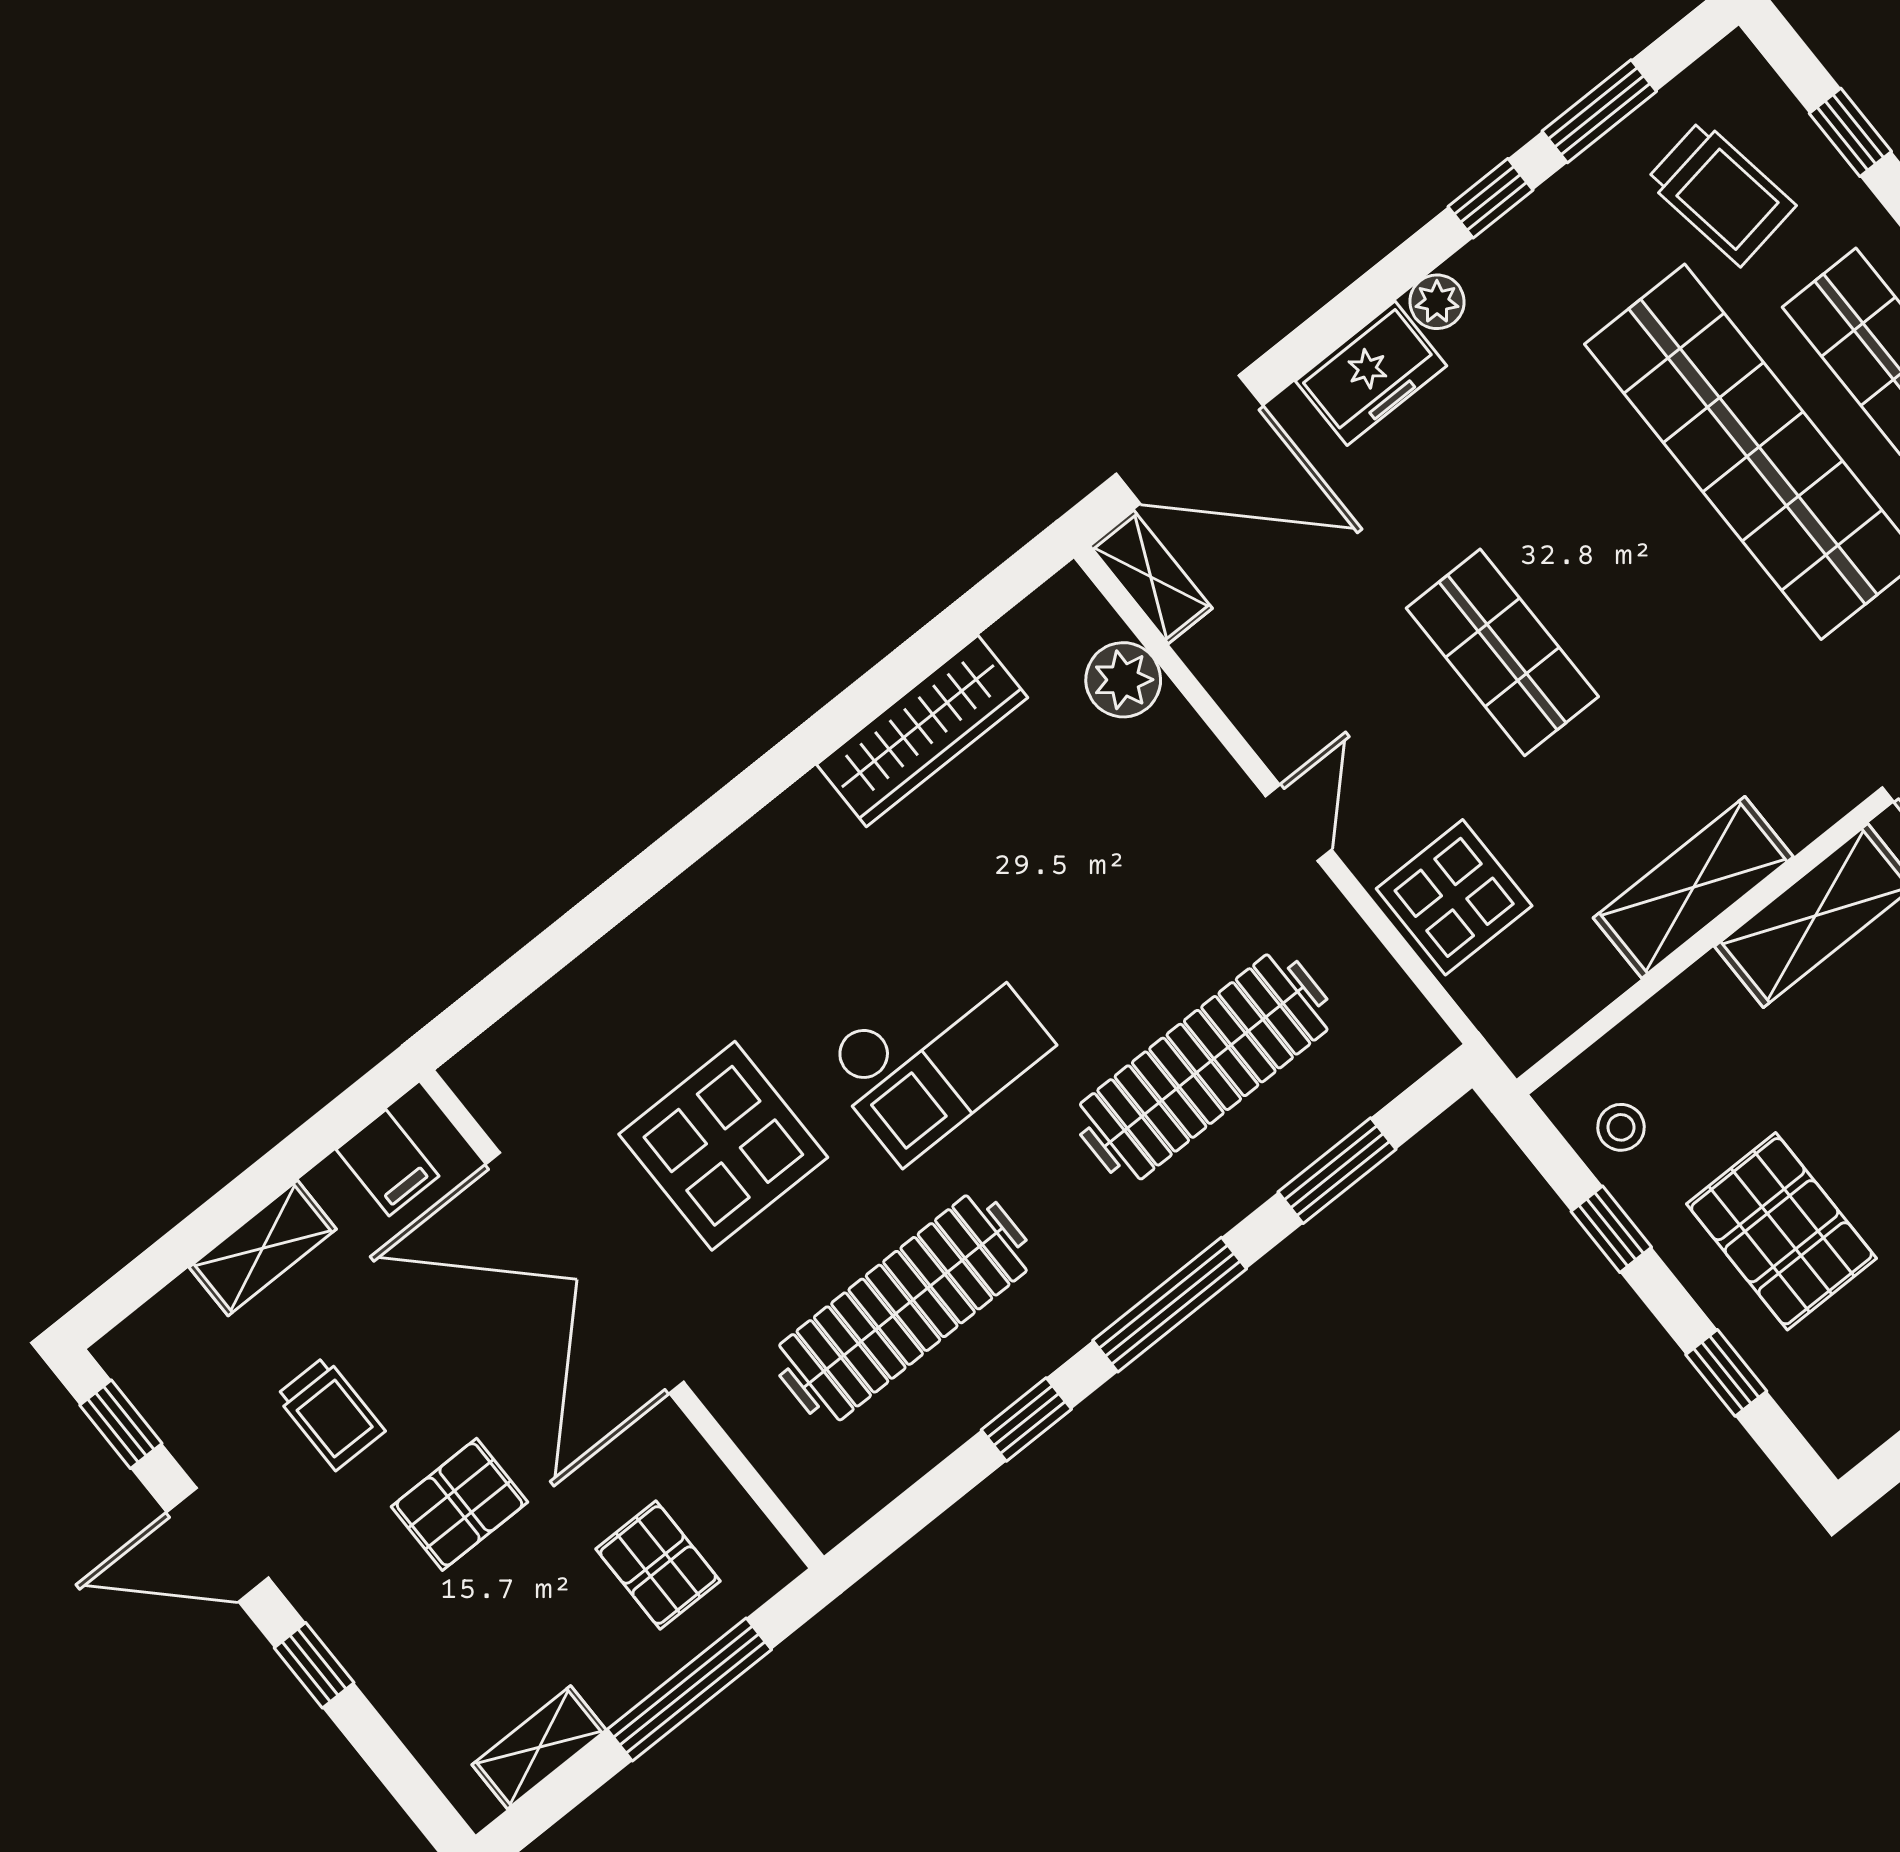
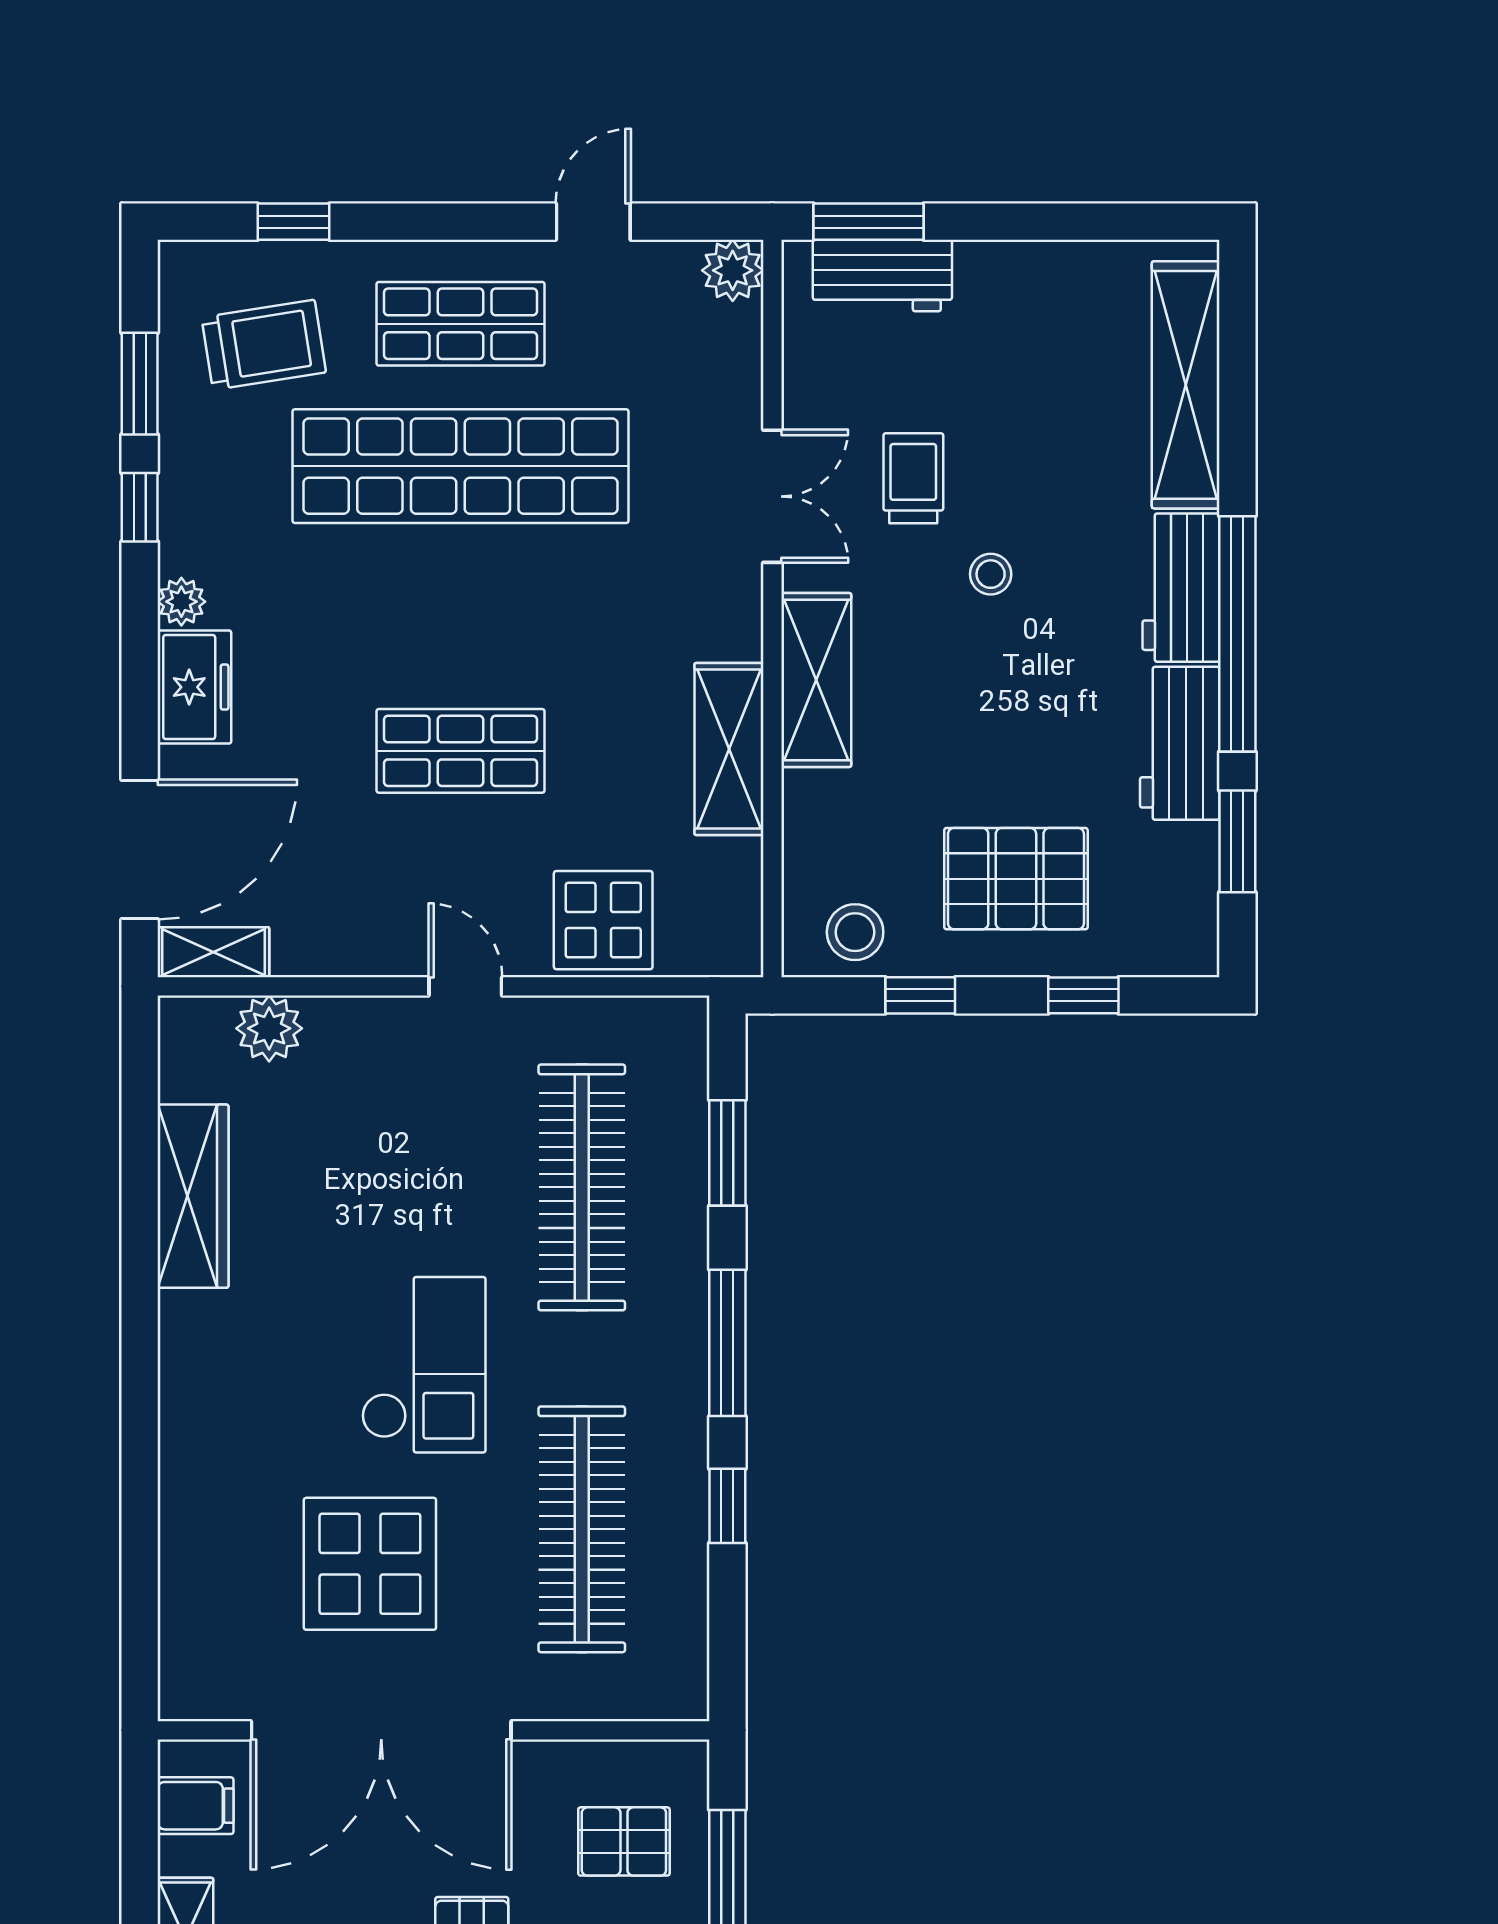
stool: (1621, 1127) -> (855, 932), width x1.37, depth x1.37

